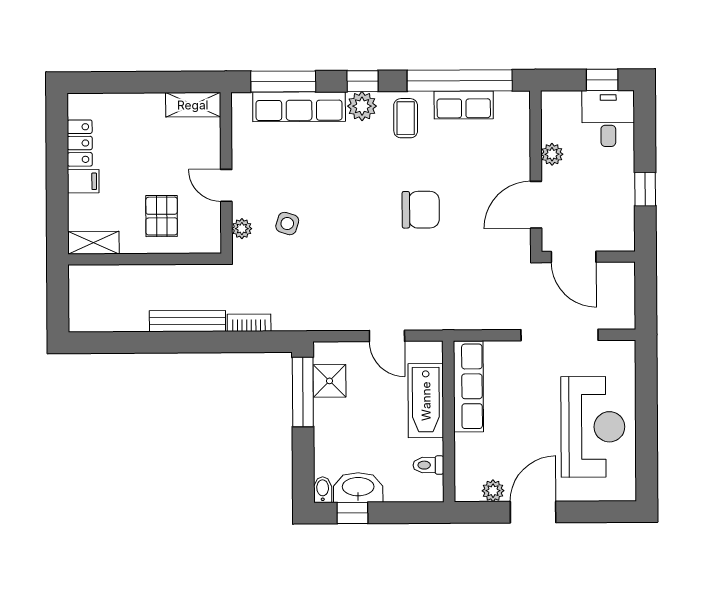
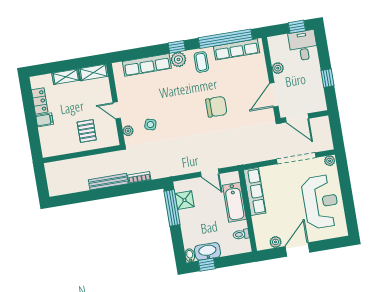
window: (283, 81) -> (137, 53), removed
row of seats: (464, 105) -> (237, 49), width x1.48
shelving: (93, 243) -> (66, 77), moved
plant: (623, 350) -> (330, 161), added

